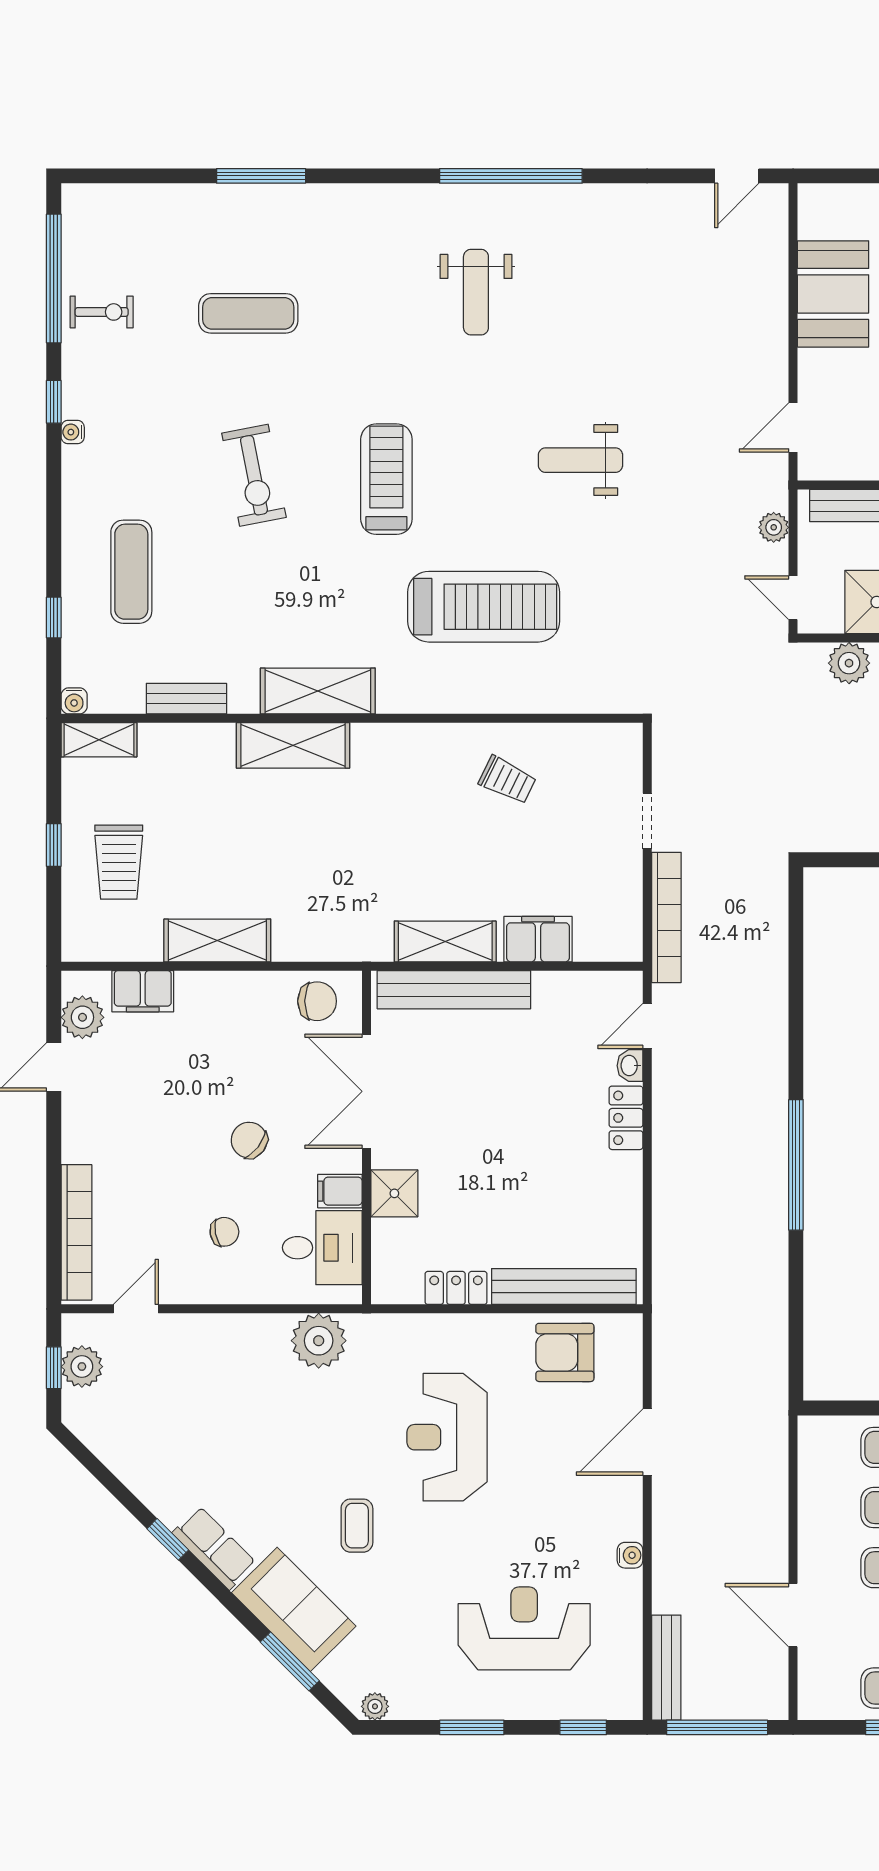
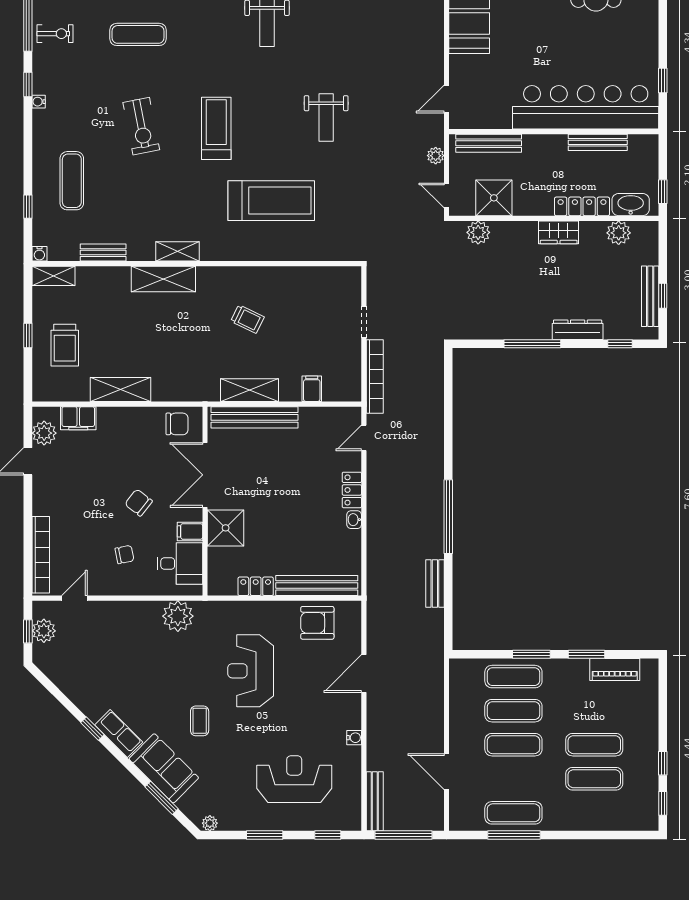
weight bench: (580, 460) -> (326, 118), turned -90
shelving: (318, 691) -> (177, 251), width x0.67, depth x0.75
trolley: (507, 780) -> (247, 319), moved
filing cabinet: (538, 939) -> (312, 389), width x0.50
washbasin: (630, 1066) -> (354, 520), moved
shower: (394, 1193) -> (226, 528), width x1.36, depth x1.36
bench: (773, 1283) -> (435, 584), added

